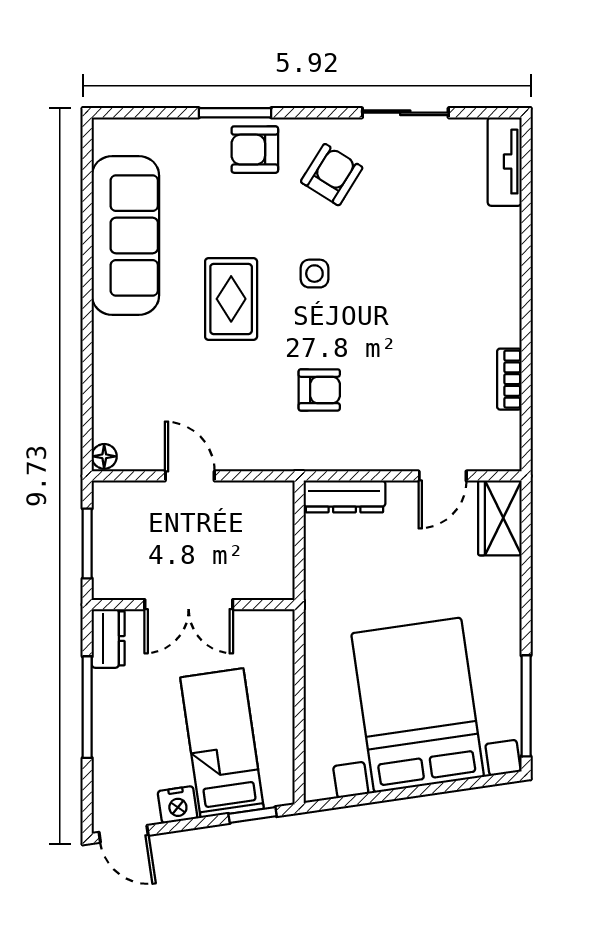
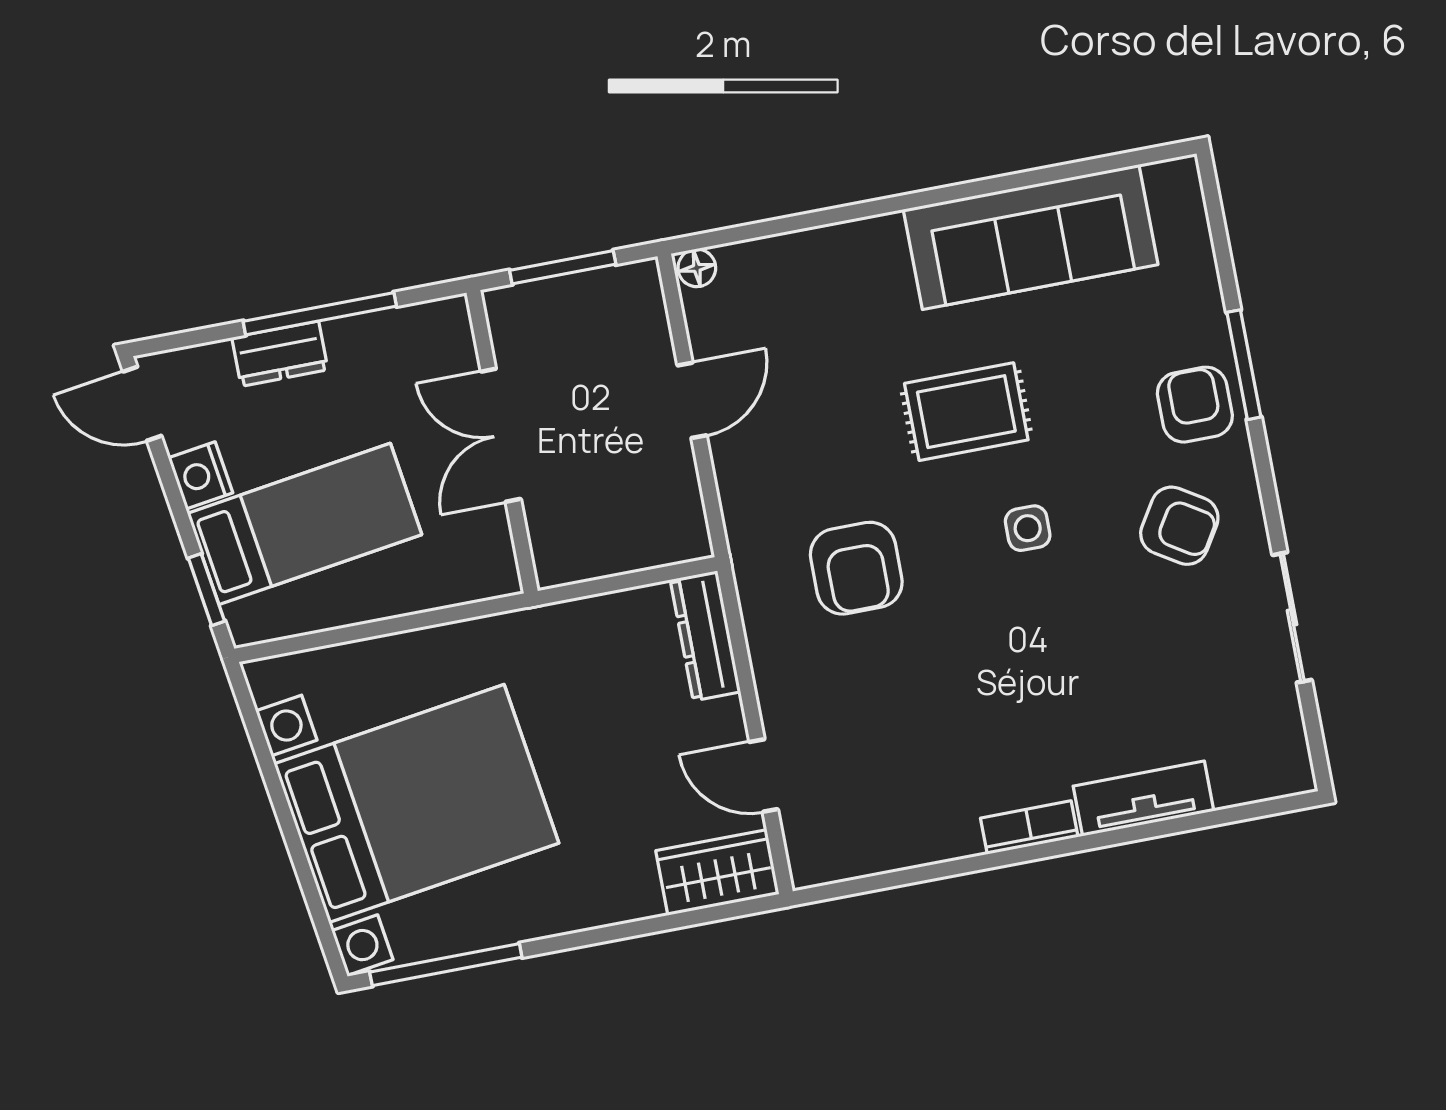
tv unit: (505, 162) -> (1144, 799), moved
bookcase: (509, 379) -> (1029, 828), moved
armchair: (319, 390) -> (856, 568), width x1.38, depth x1.38
dresser: (108, 638) -> (280, 354), moved
door: (124, 834) -> (142, 404), hinge flipped

